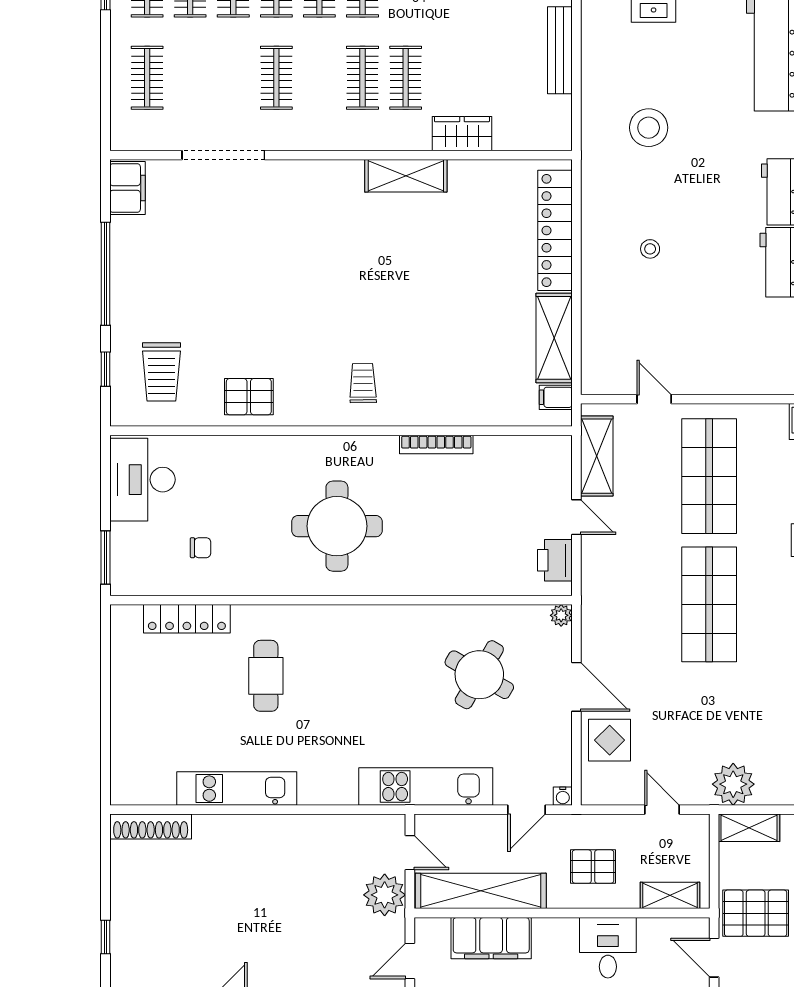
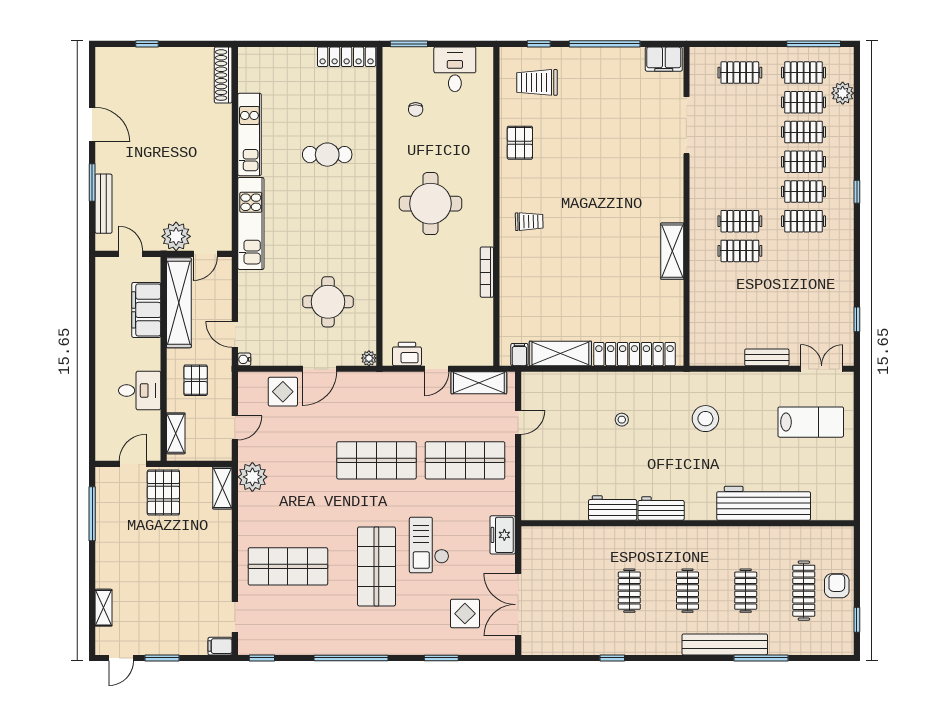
bench: (560, 50) -> (767, 357), width x0.73
clothes rail: (276, 78) -> (740, 162), removed
wardrobe: (462, 134) -> (701, 290), removed
desk: (142, 480) -> (455, 69), width x0.73
locker: (187, 619) -> (347, 57), moved, turned -90
round table: (479, 675) -> (328, 302), turned -30
kitchen unit: (426, 787) -> (251, 223), moved

